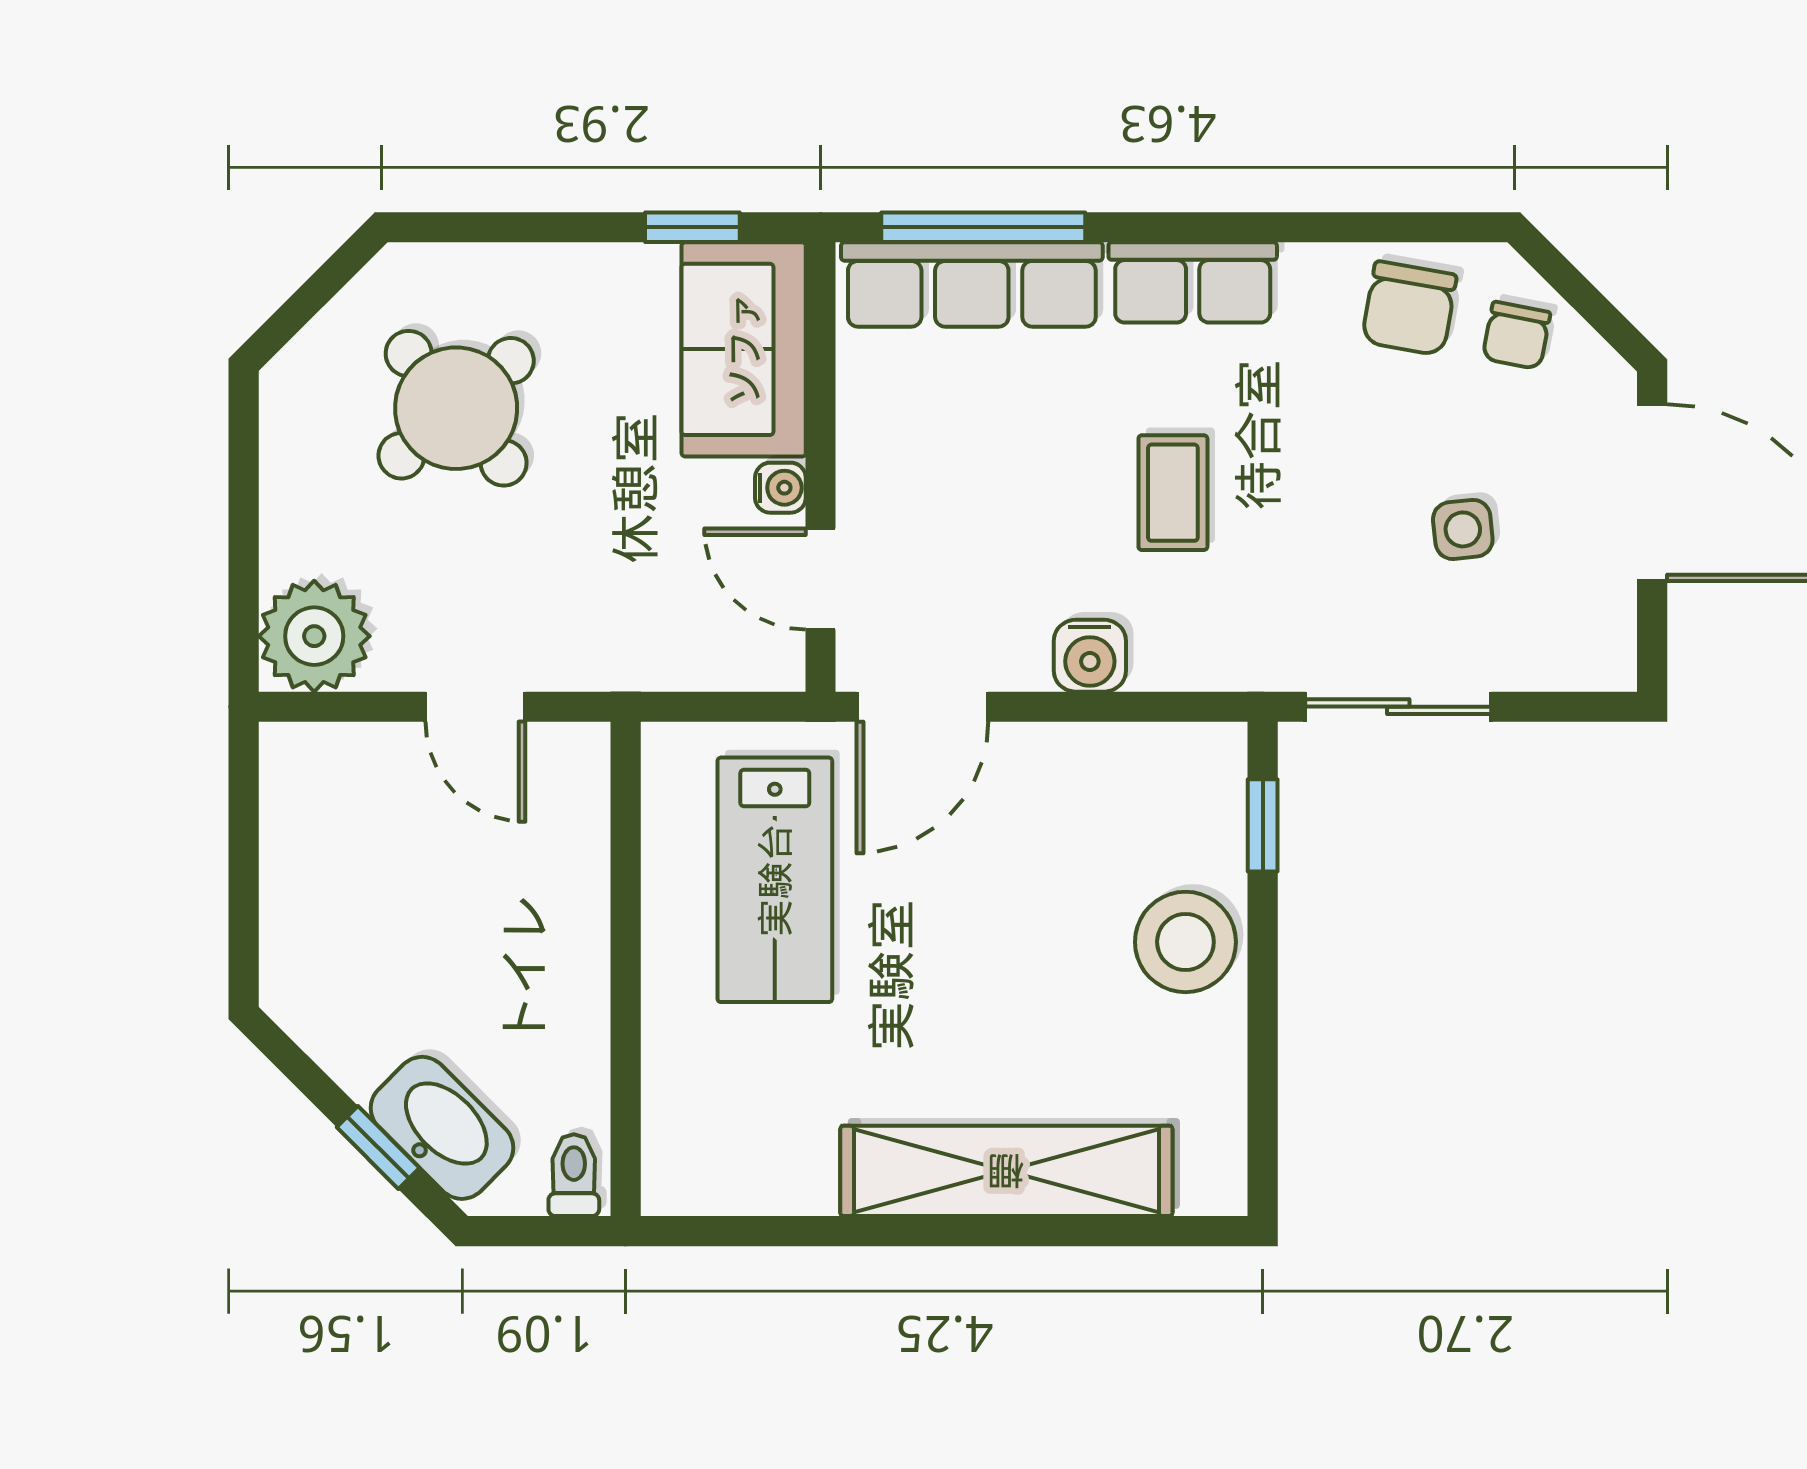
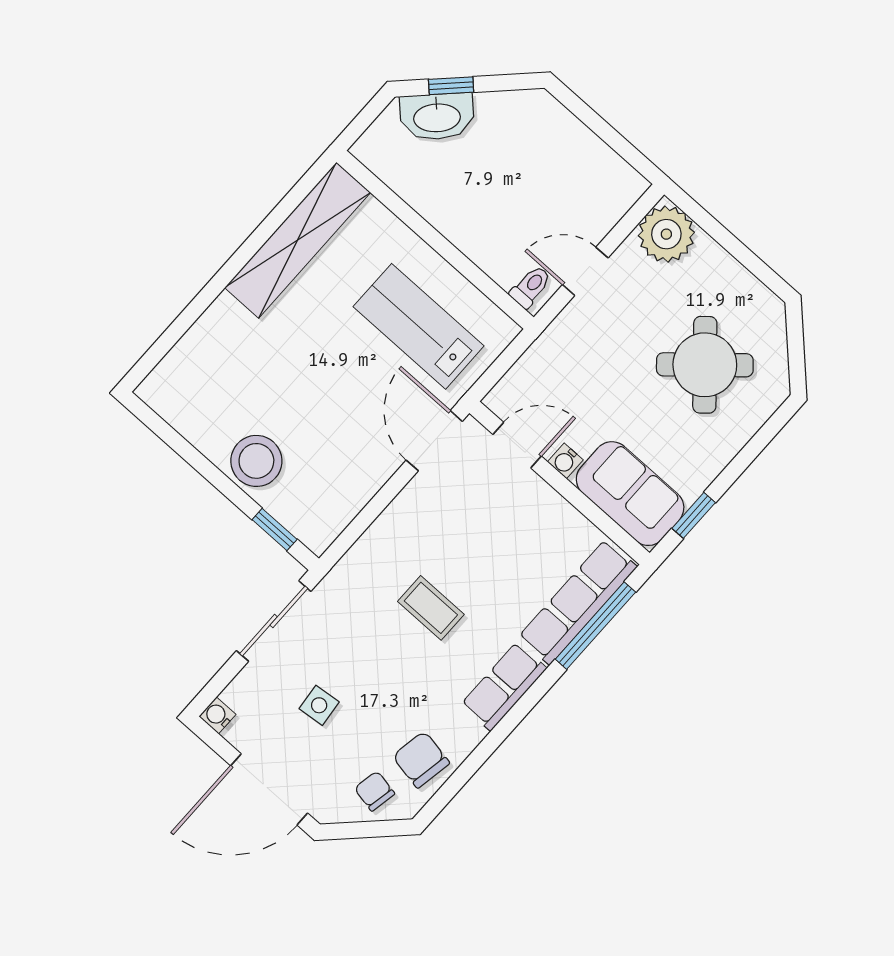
water cooler: (1090, 656) -> (217, 715), moved, width x0.72, depth x0.72
shelving: (1006, 1171) -> (298, 240), moved
toilet: (574, 1175) -> (531, 287), moved, turned -90

